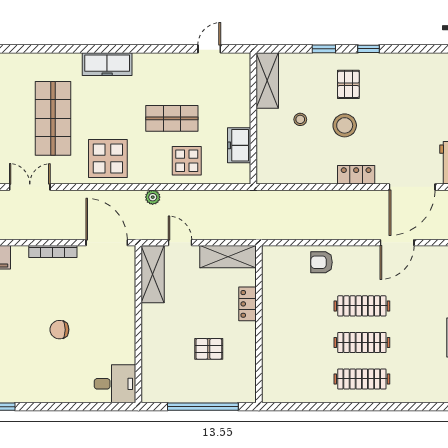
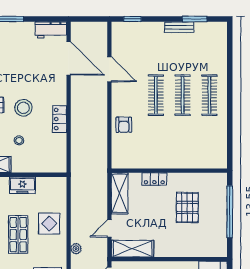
freezer: (239, 145) -> (22, 185), moved
locker: (356, 175) -> (60, 119), moved
pallet: (209, 349) -> (187, 207), width x1.50, depth x1.42

